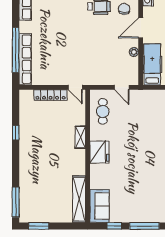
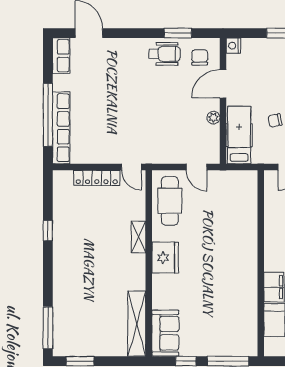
cafe table: (103, 111) -> (170, 201), width x1.37, depth x1.35

